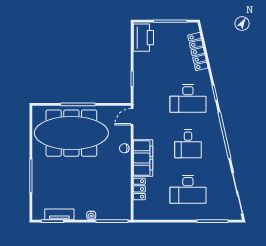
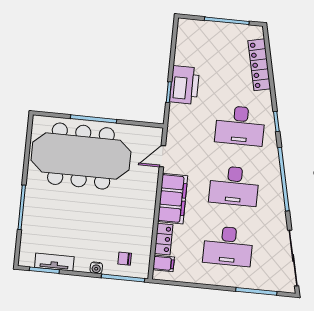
printer: (143, 38) -> (184, 85), moved
door: (132, 117) -> (162, 156), moved
desk: (188, 144) -> (234, 186), width x1.37
chair: (124, 148) -> (125, 259), moved
filing cabinet: (141, 207) -> (164, 263), added

